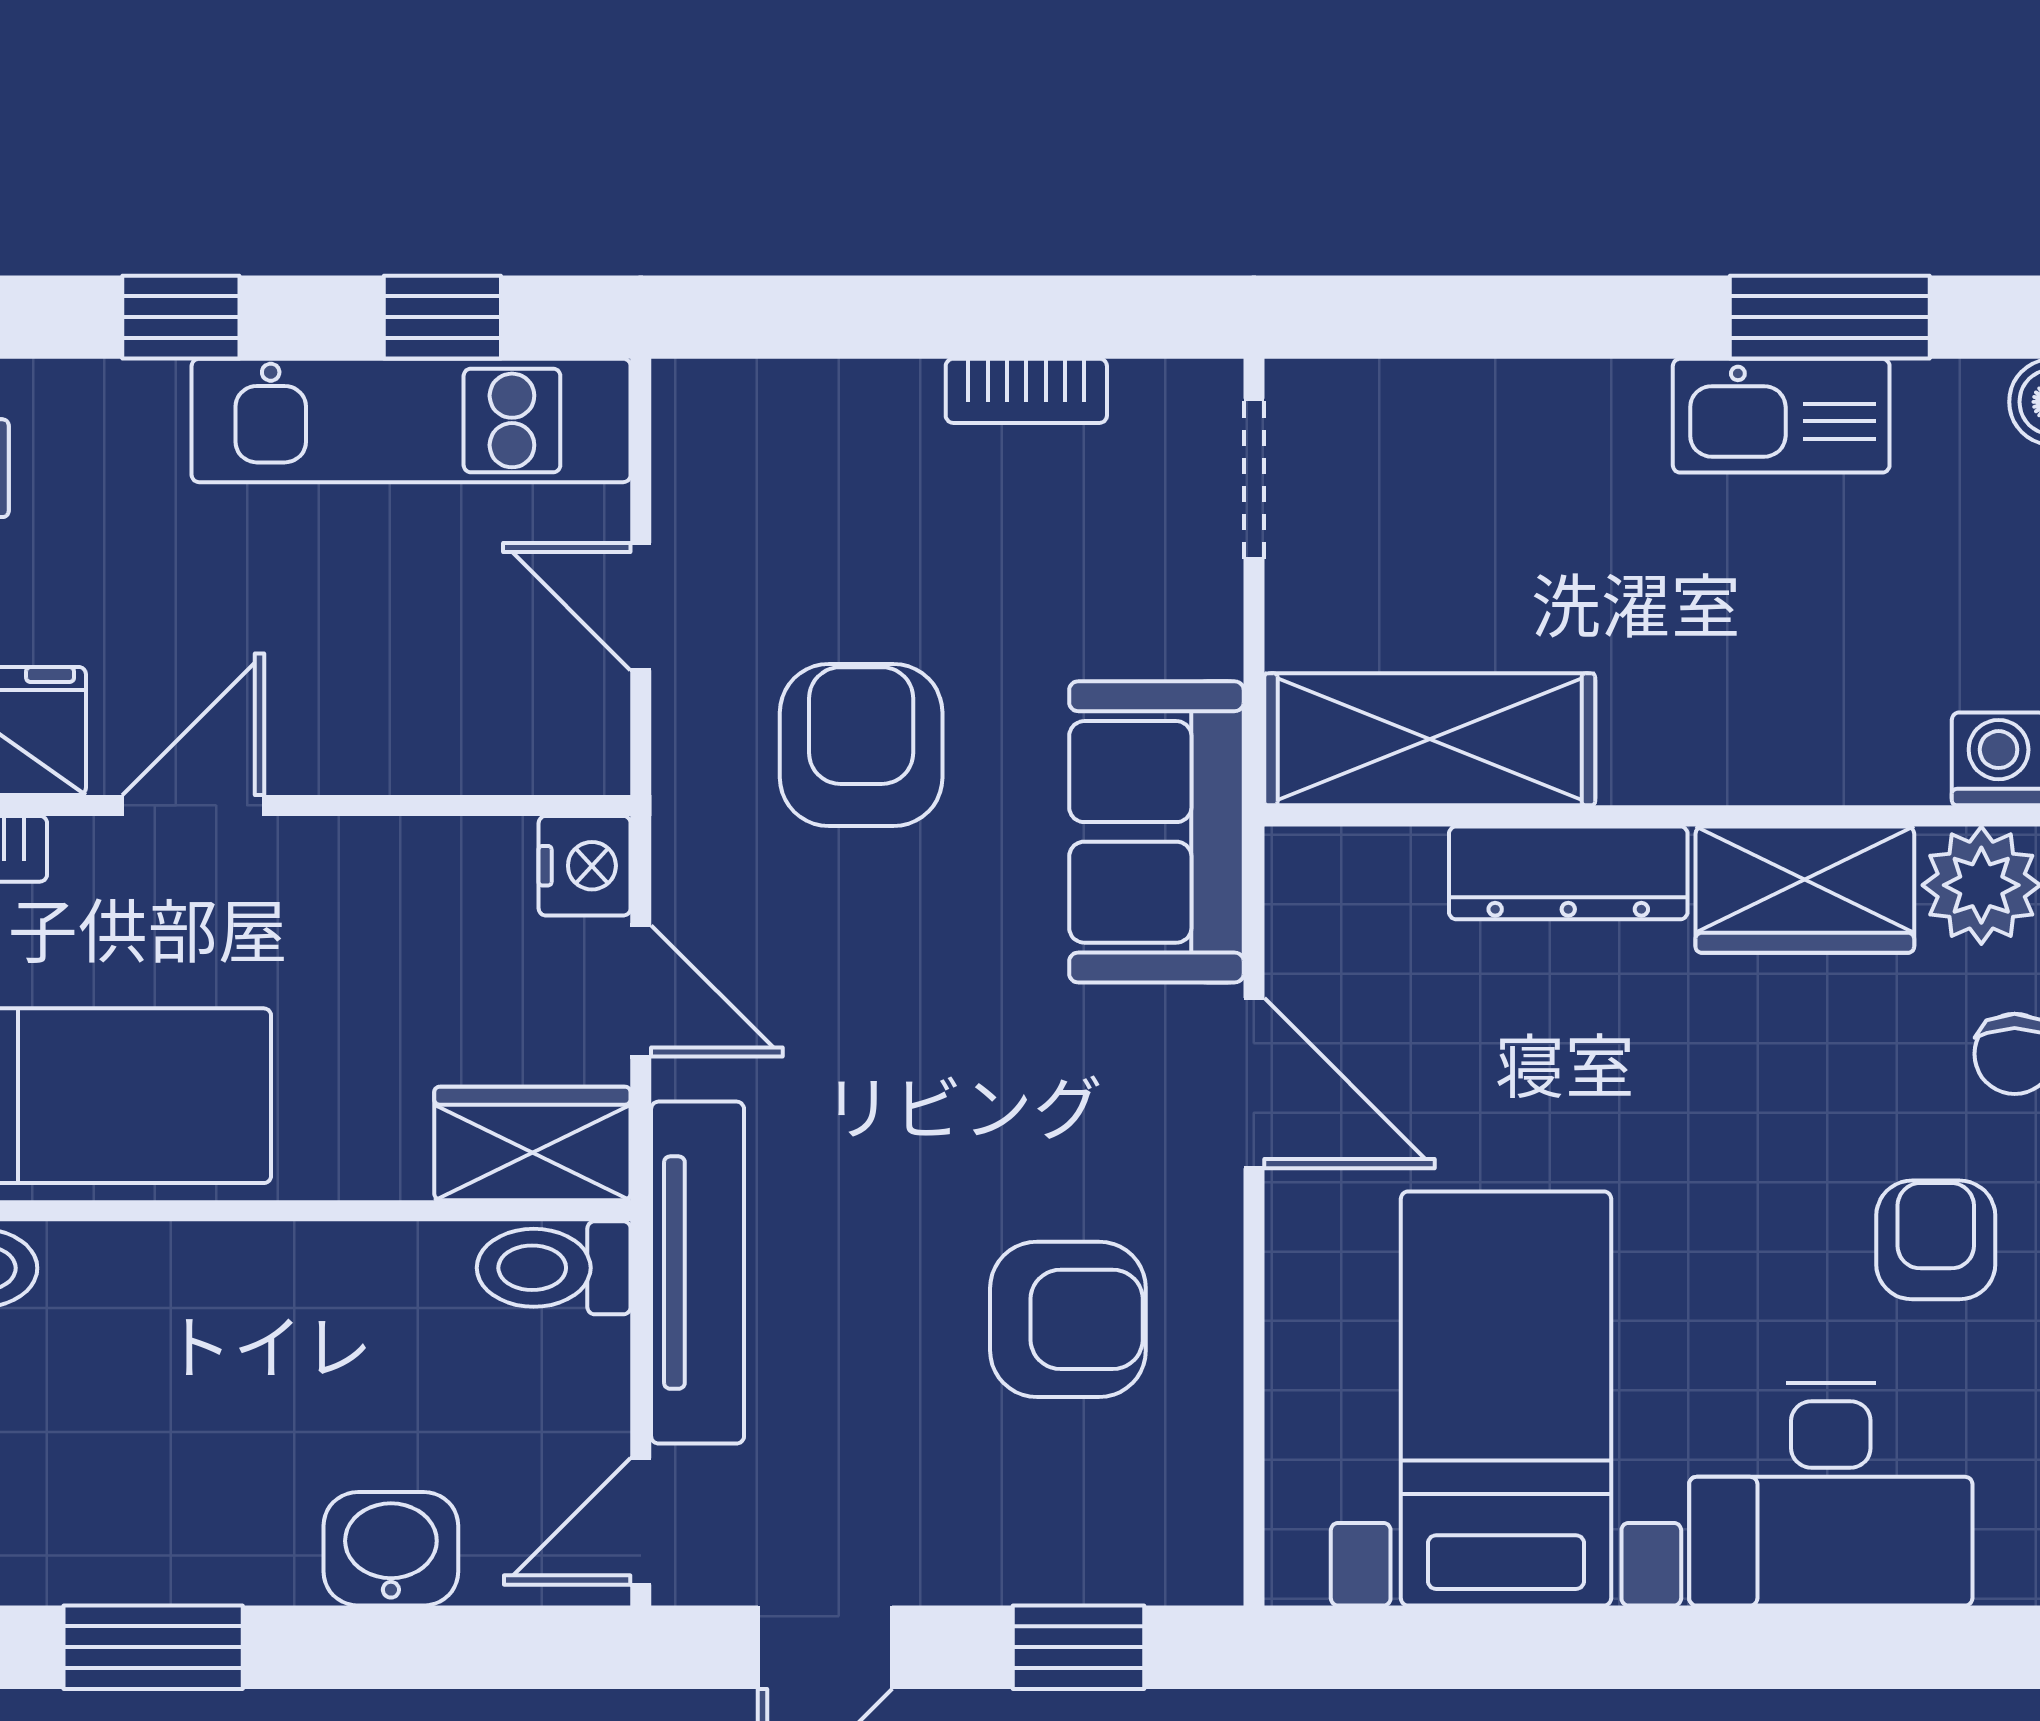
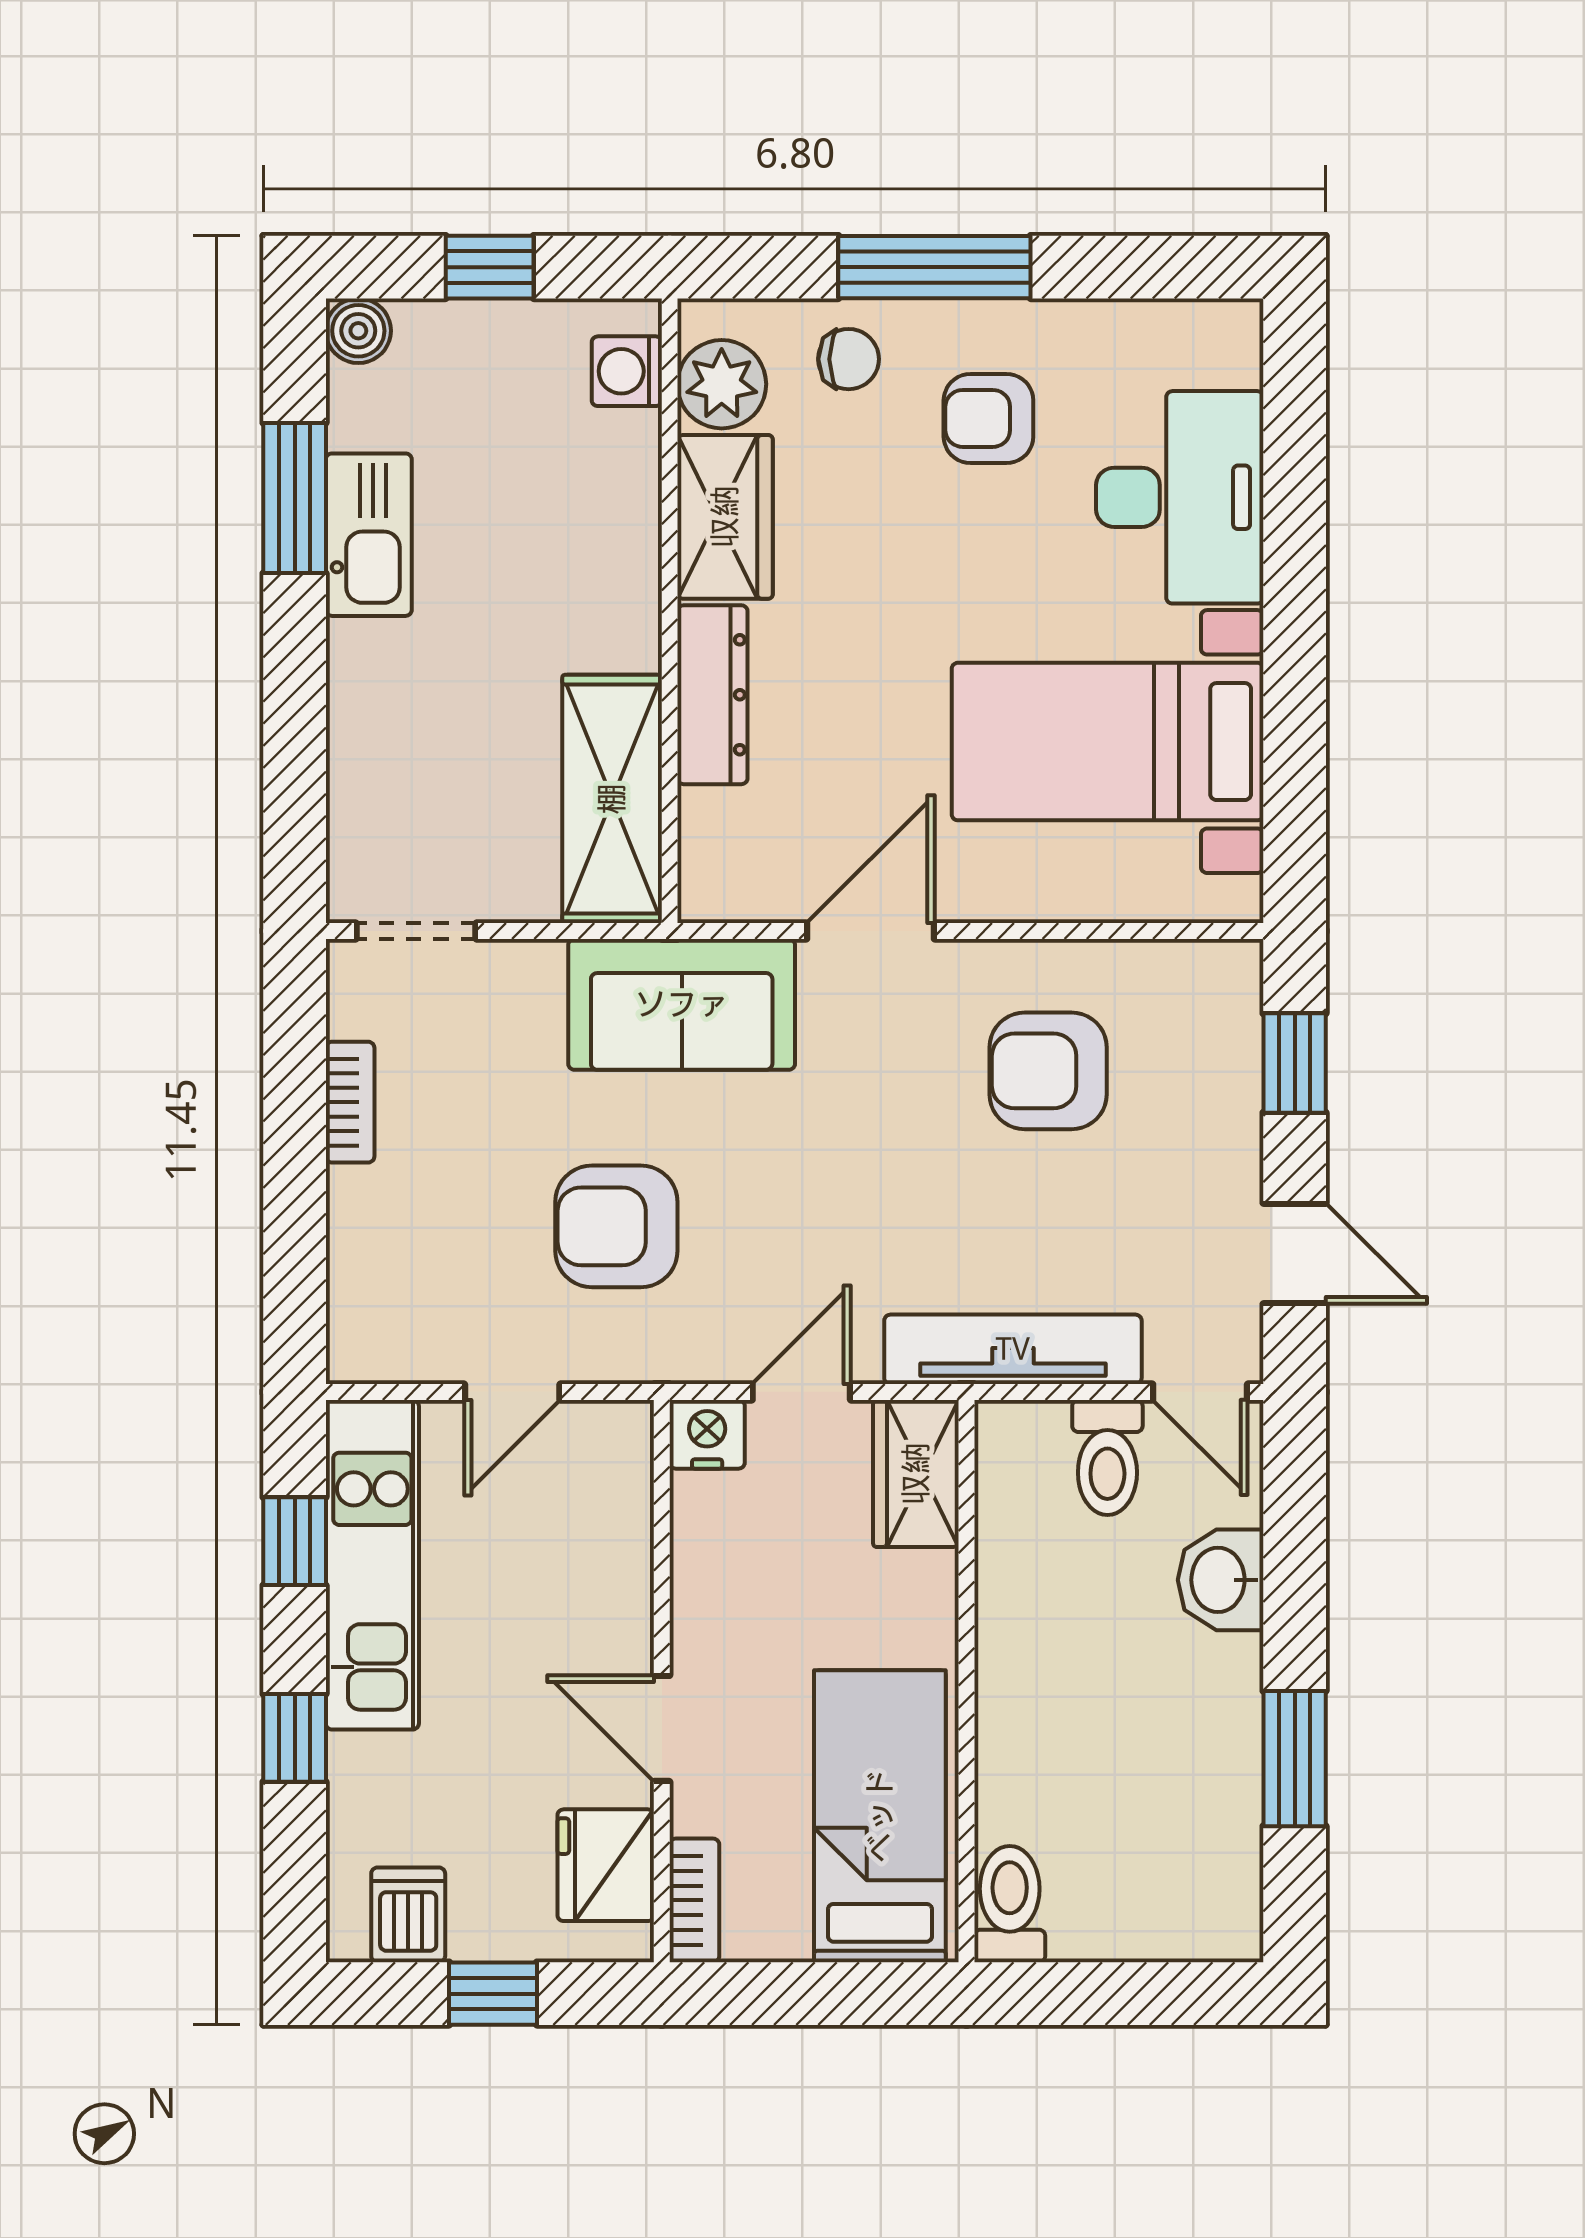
toilet: (554, 1268) -> (1107, 1458), moved
armchair: (1068, 1319) -> (1048, 1071), turned -90

